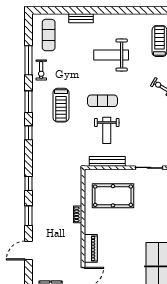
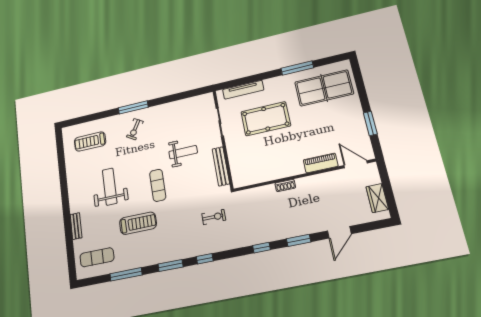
weight bench: (111, 55) -> (110, 187), turned 180
exercise bike: (41, 70) -> (214, 217), moved
treadmill: (61, 105) -> (138, 223), moved
weight bench: (107, 130) -> (183, 152), moved
pool table: (113, 196) -> (266, 119), moved, turned 90
door: (28, 251) -> (339, 232), hinge flipped

